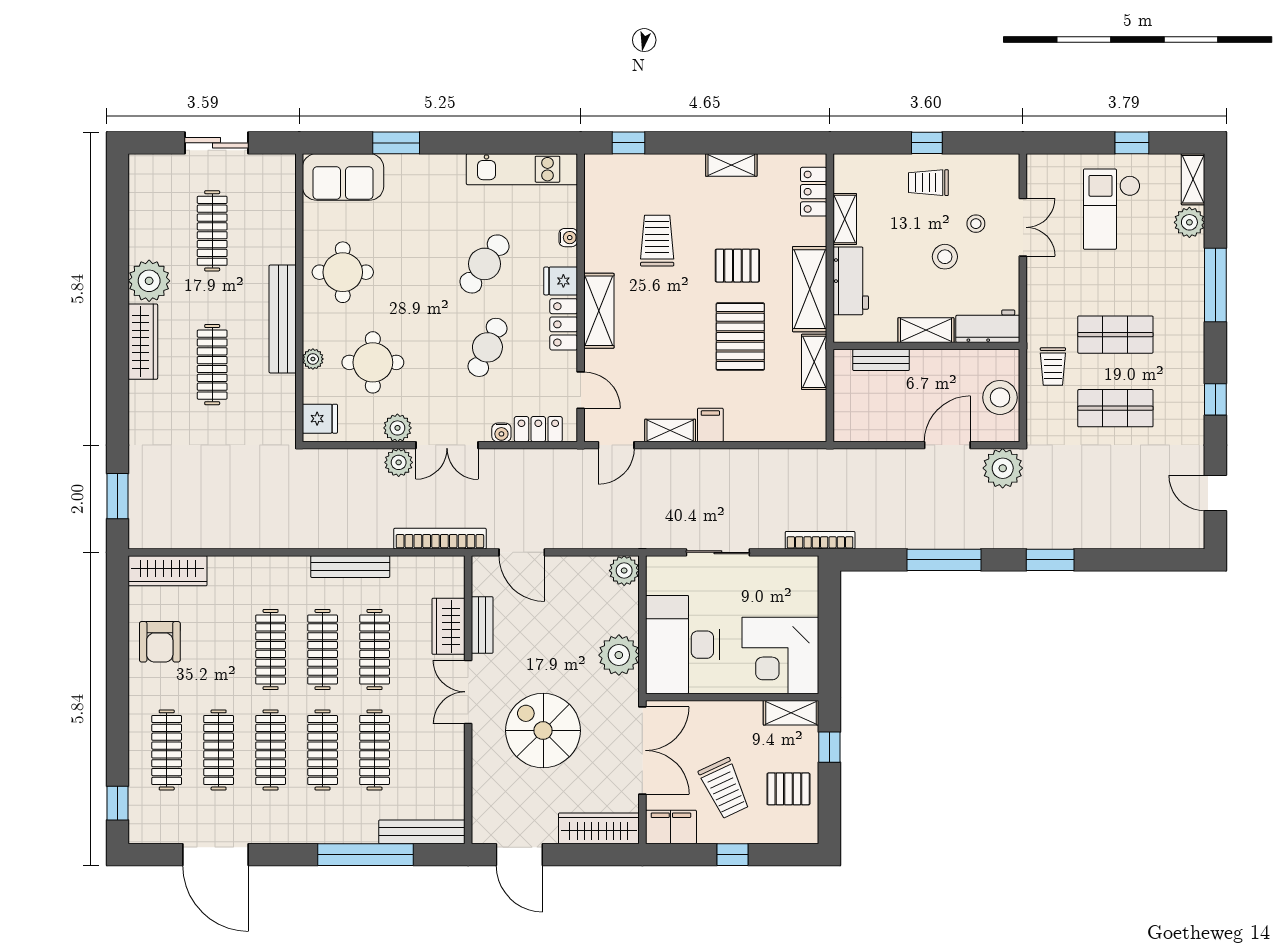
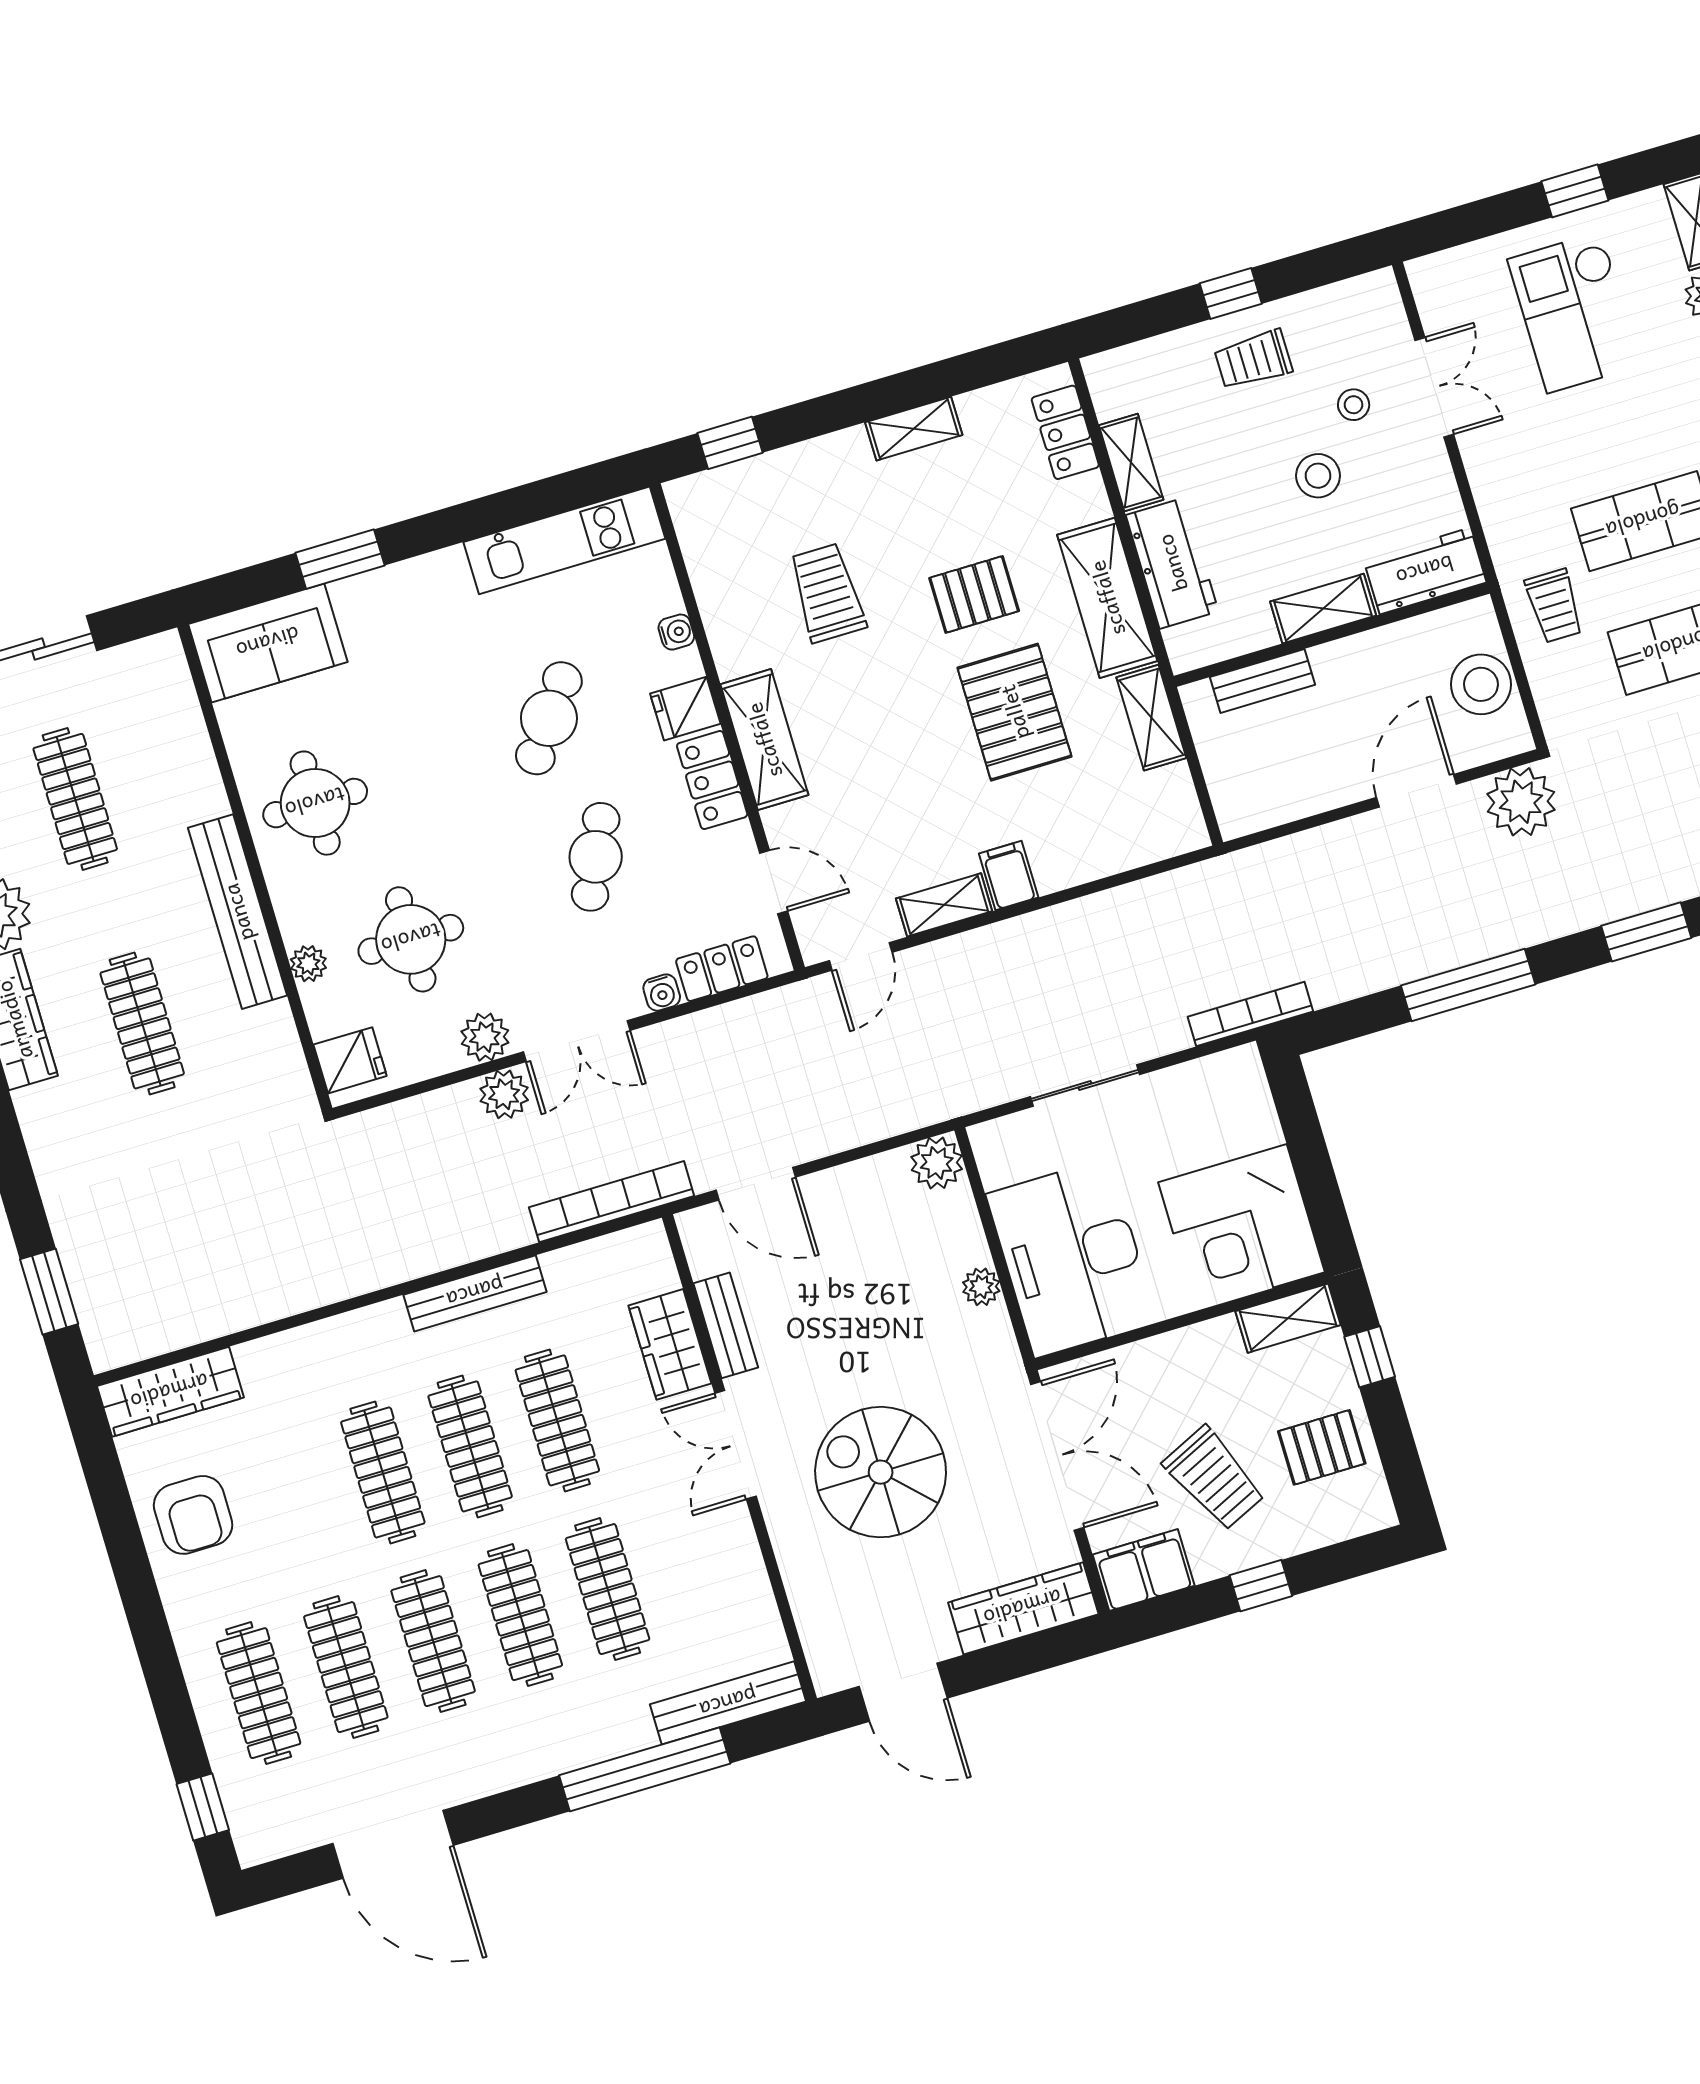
plant: (619, 655) -> (981, 1287), width x0.53, depth x0.53

